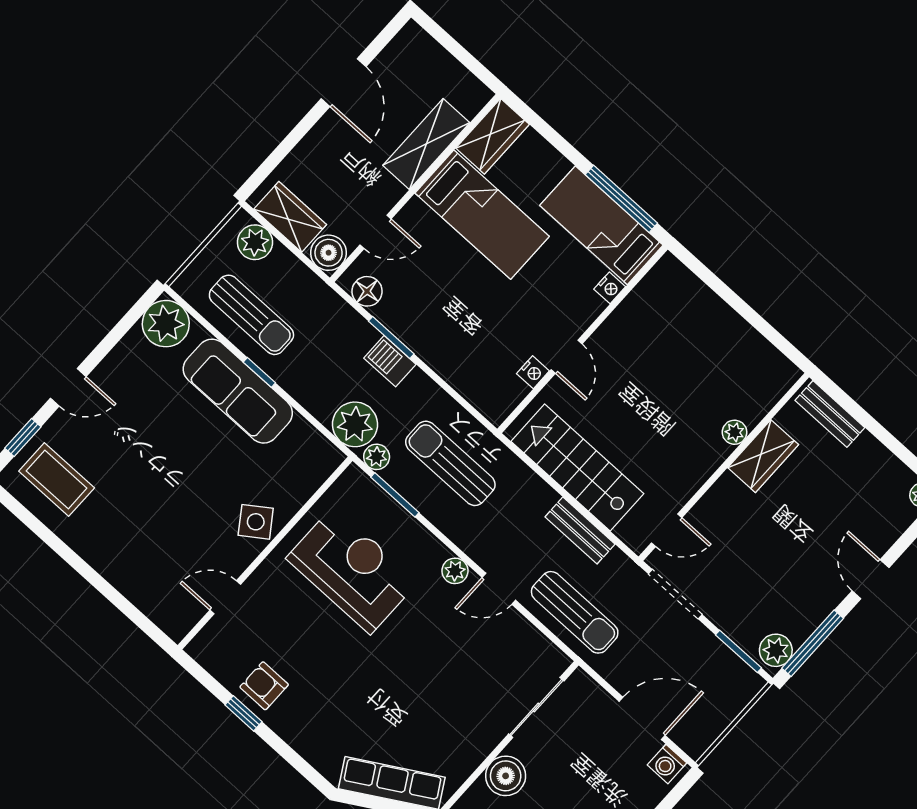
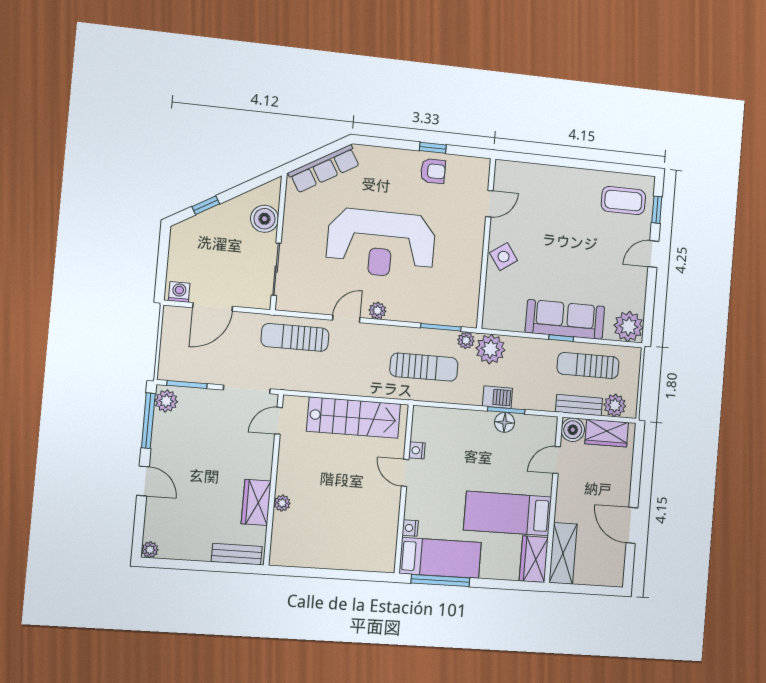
shelving: (426, 144) -> (563, 553), moved
floor lamp: (367, 291) -> (505, 422), moved
bench: (580, 530) -> (579, 405), moved
reception desk: (352, 570) -> (381, 243), moved, width x1.36, depth x1.30

